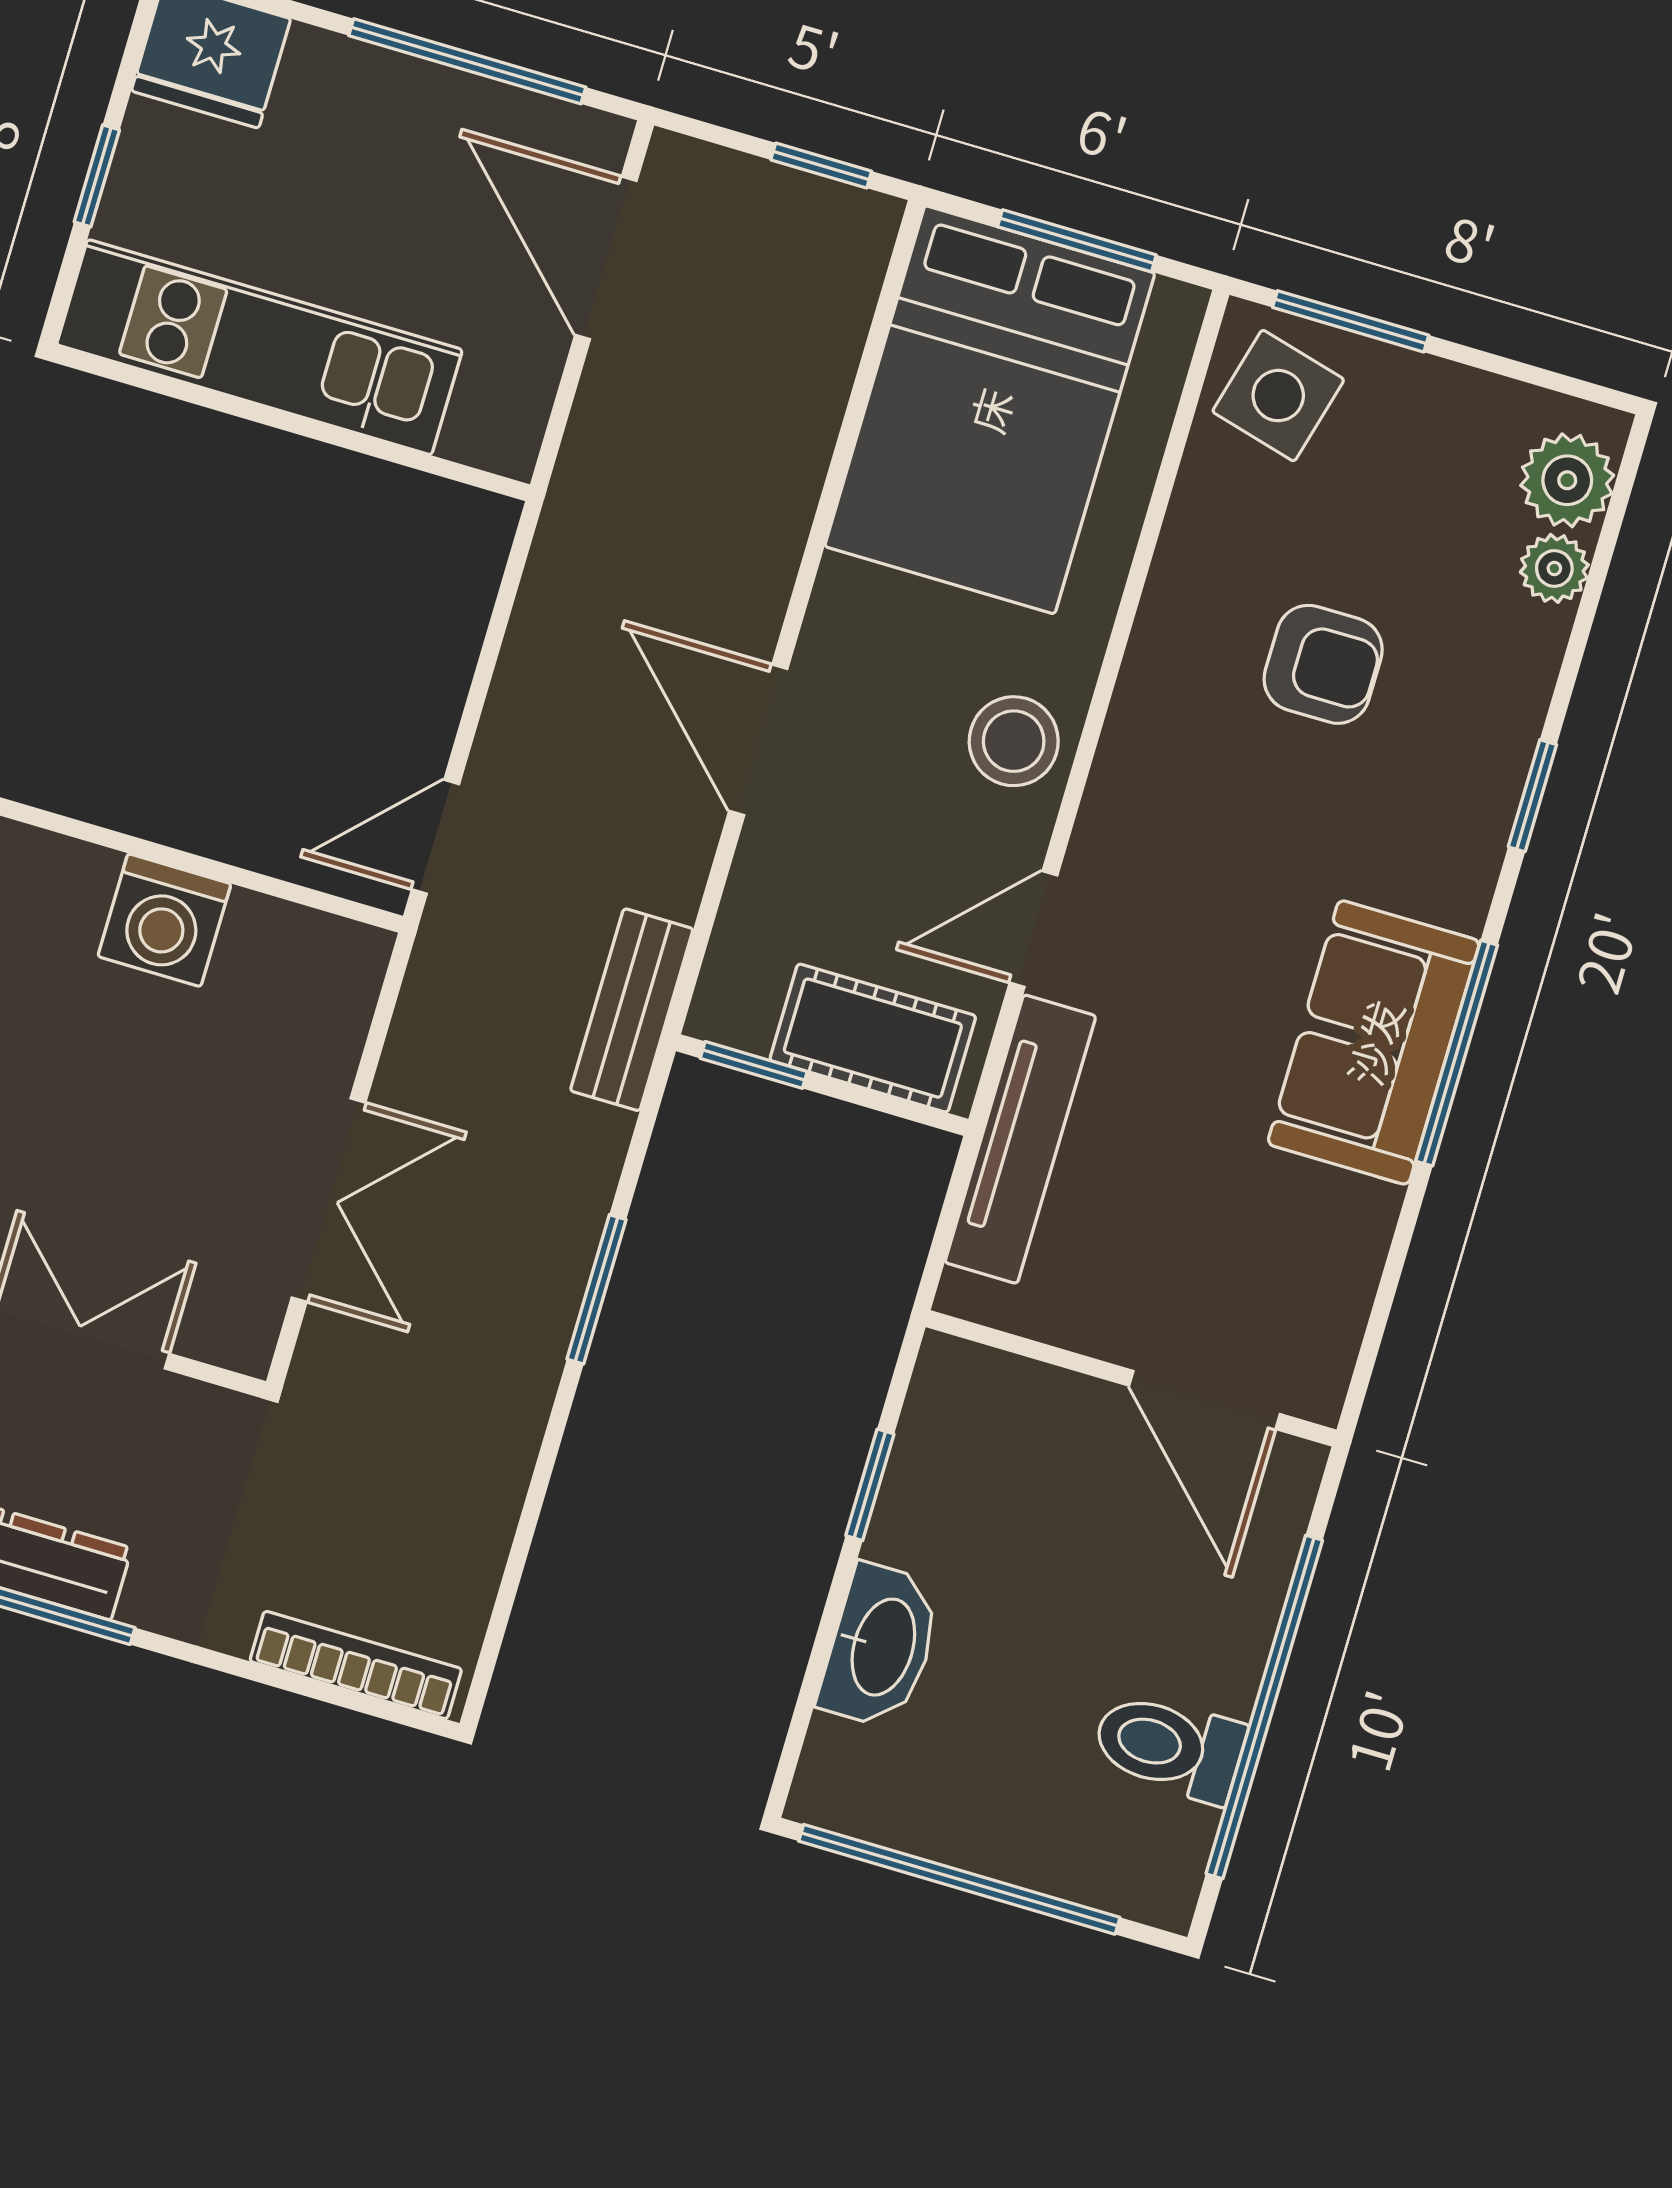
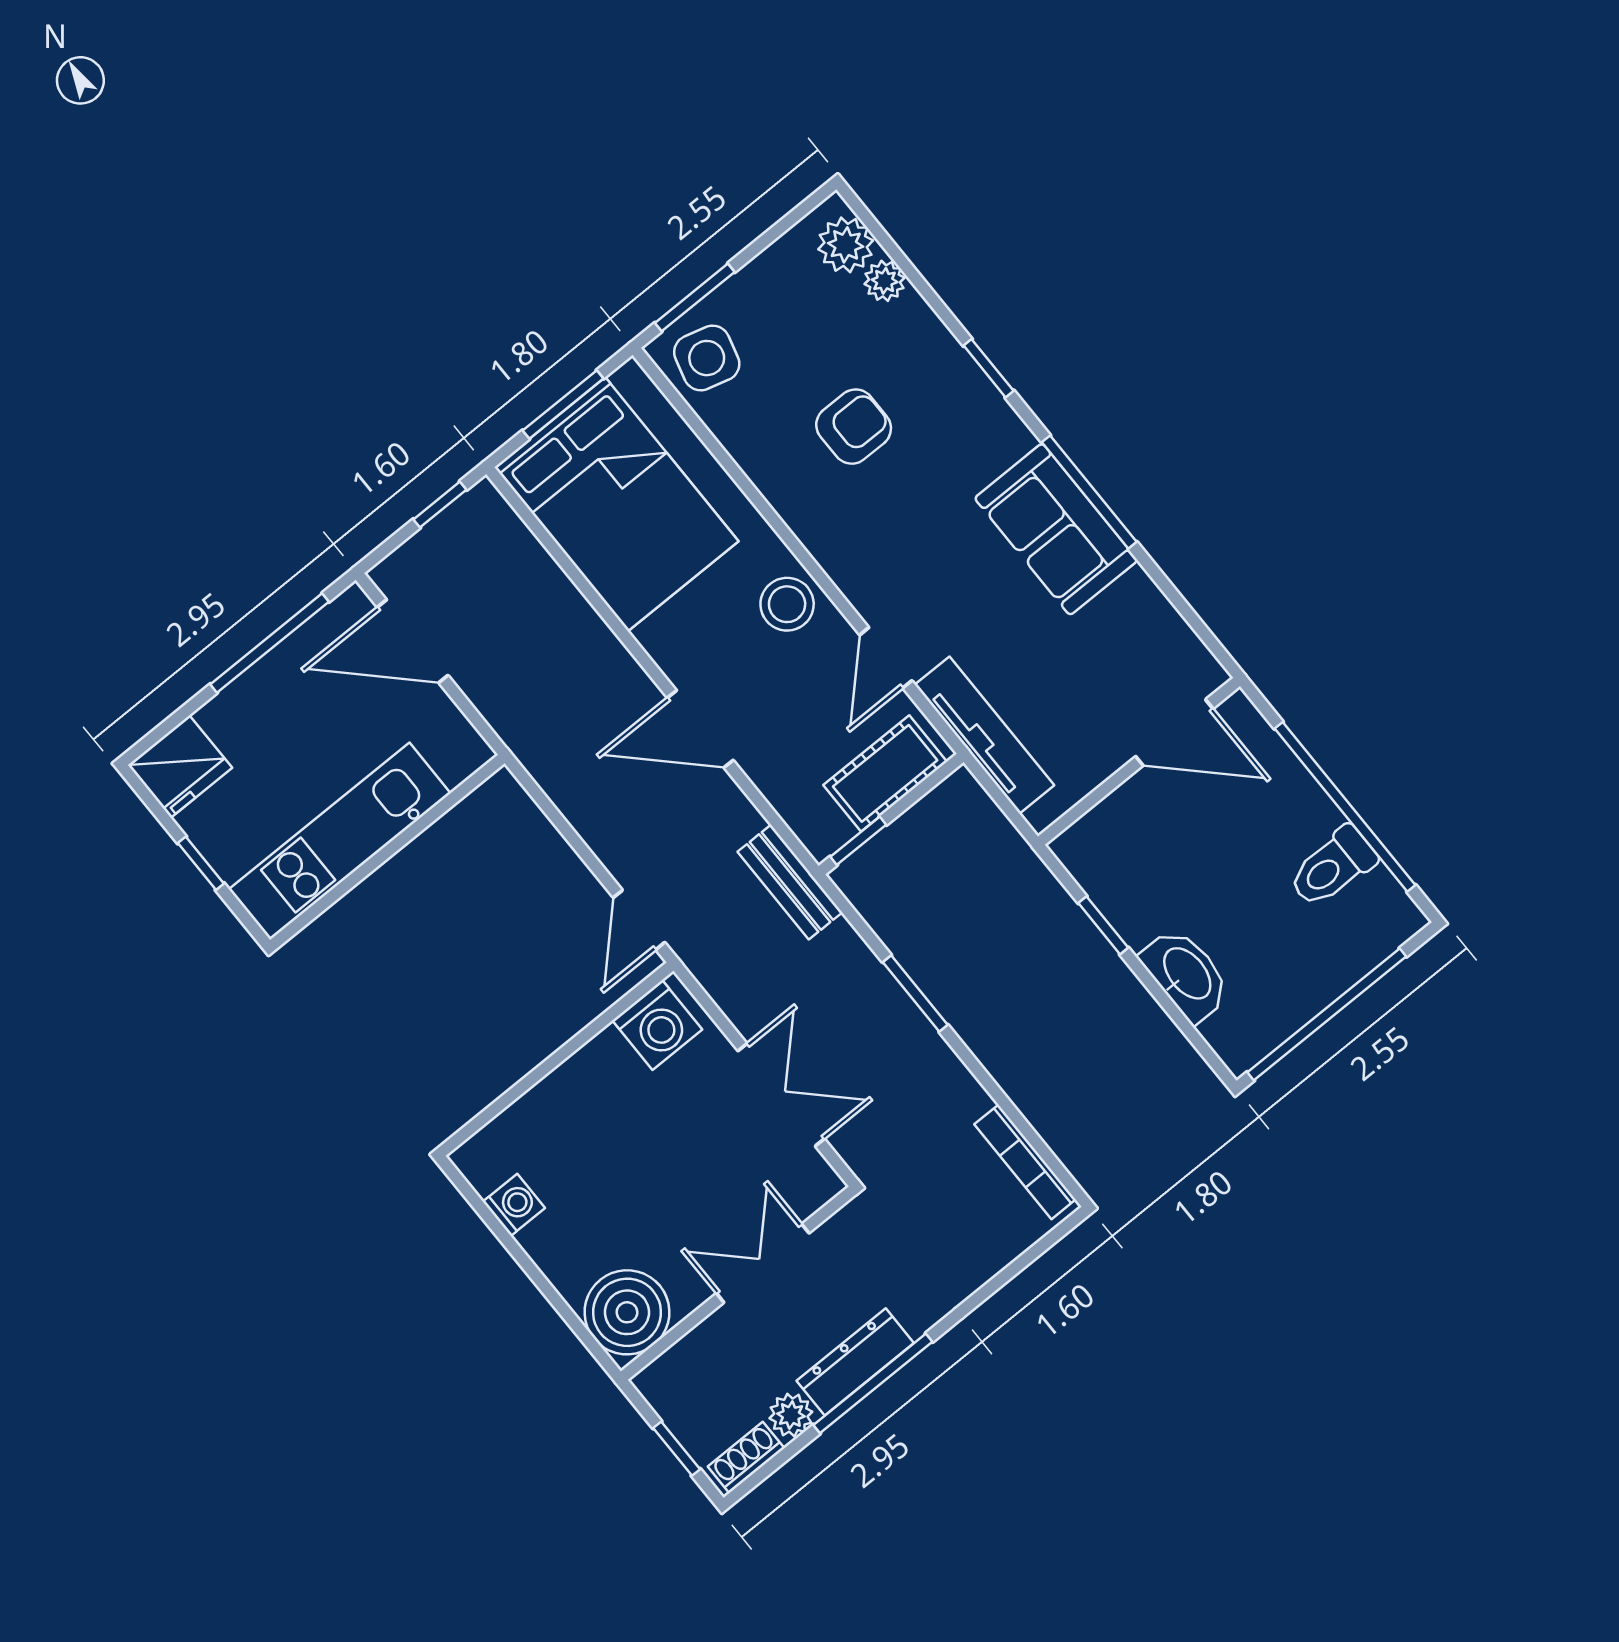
washing machine: (164, 920) -> (657, 1025), moved
bookcase: (356, 1665) -> (1025, 1162), moved, turned -90

